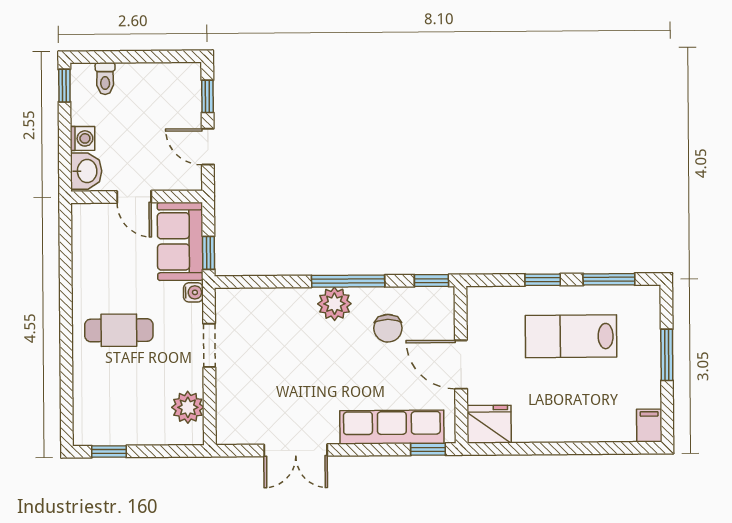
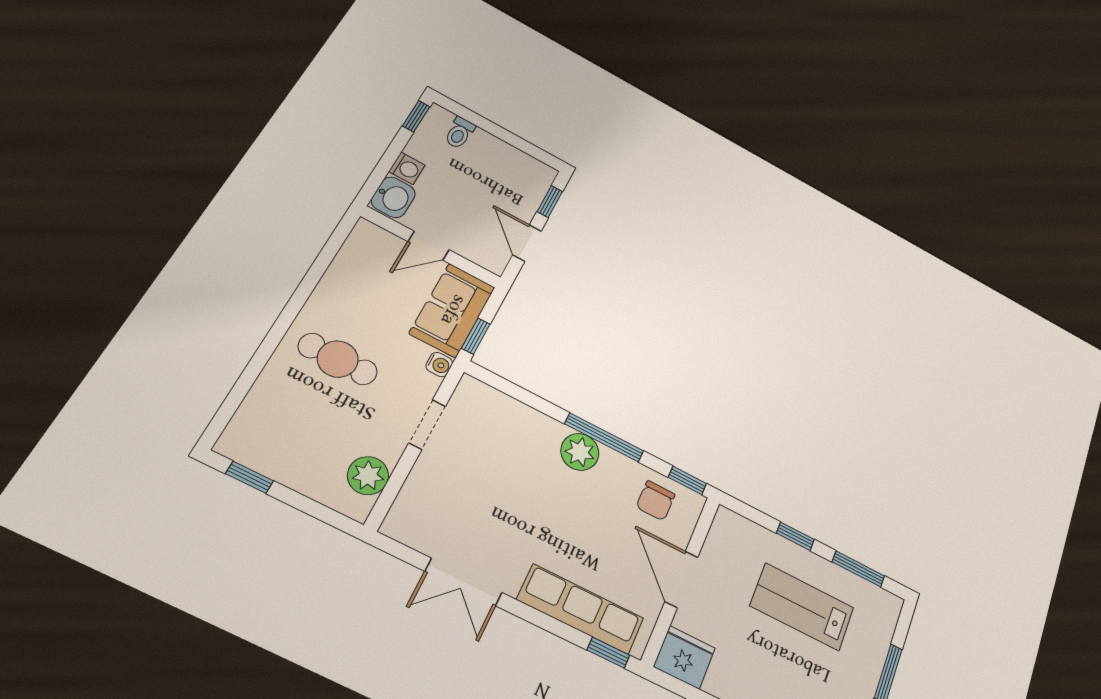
door: (134, 197) -> (429, 246), hinge flipped
chair: (388, 328) -> (656, 501), moved

